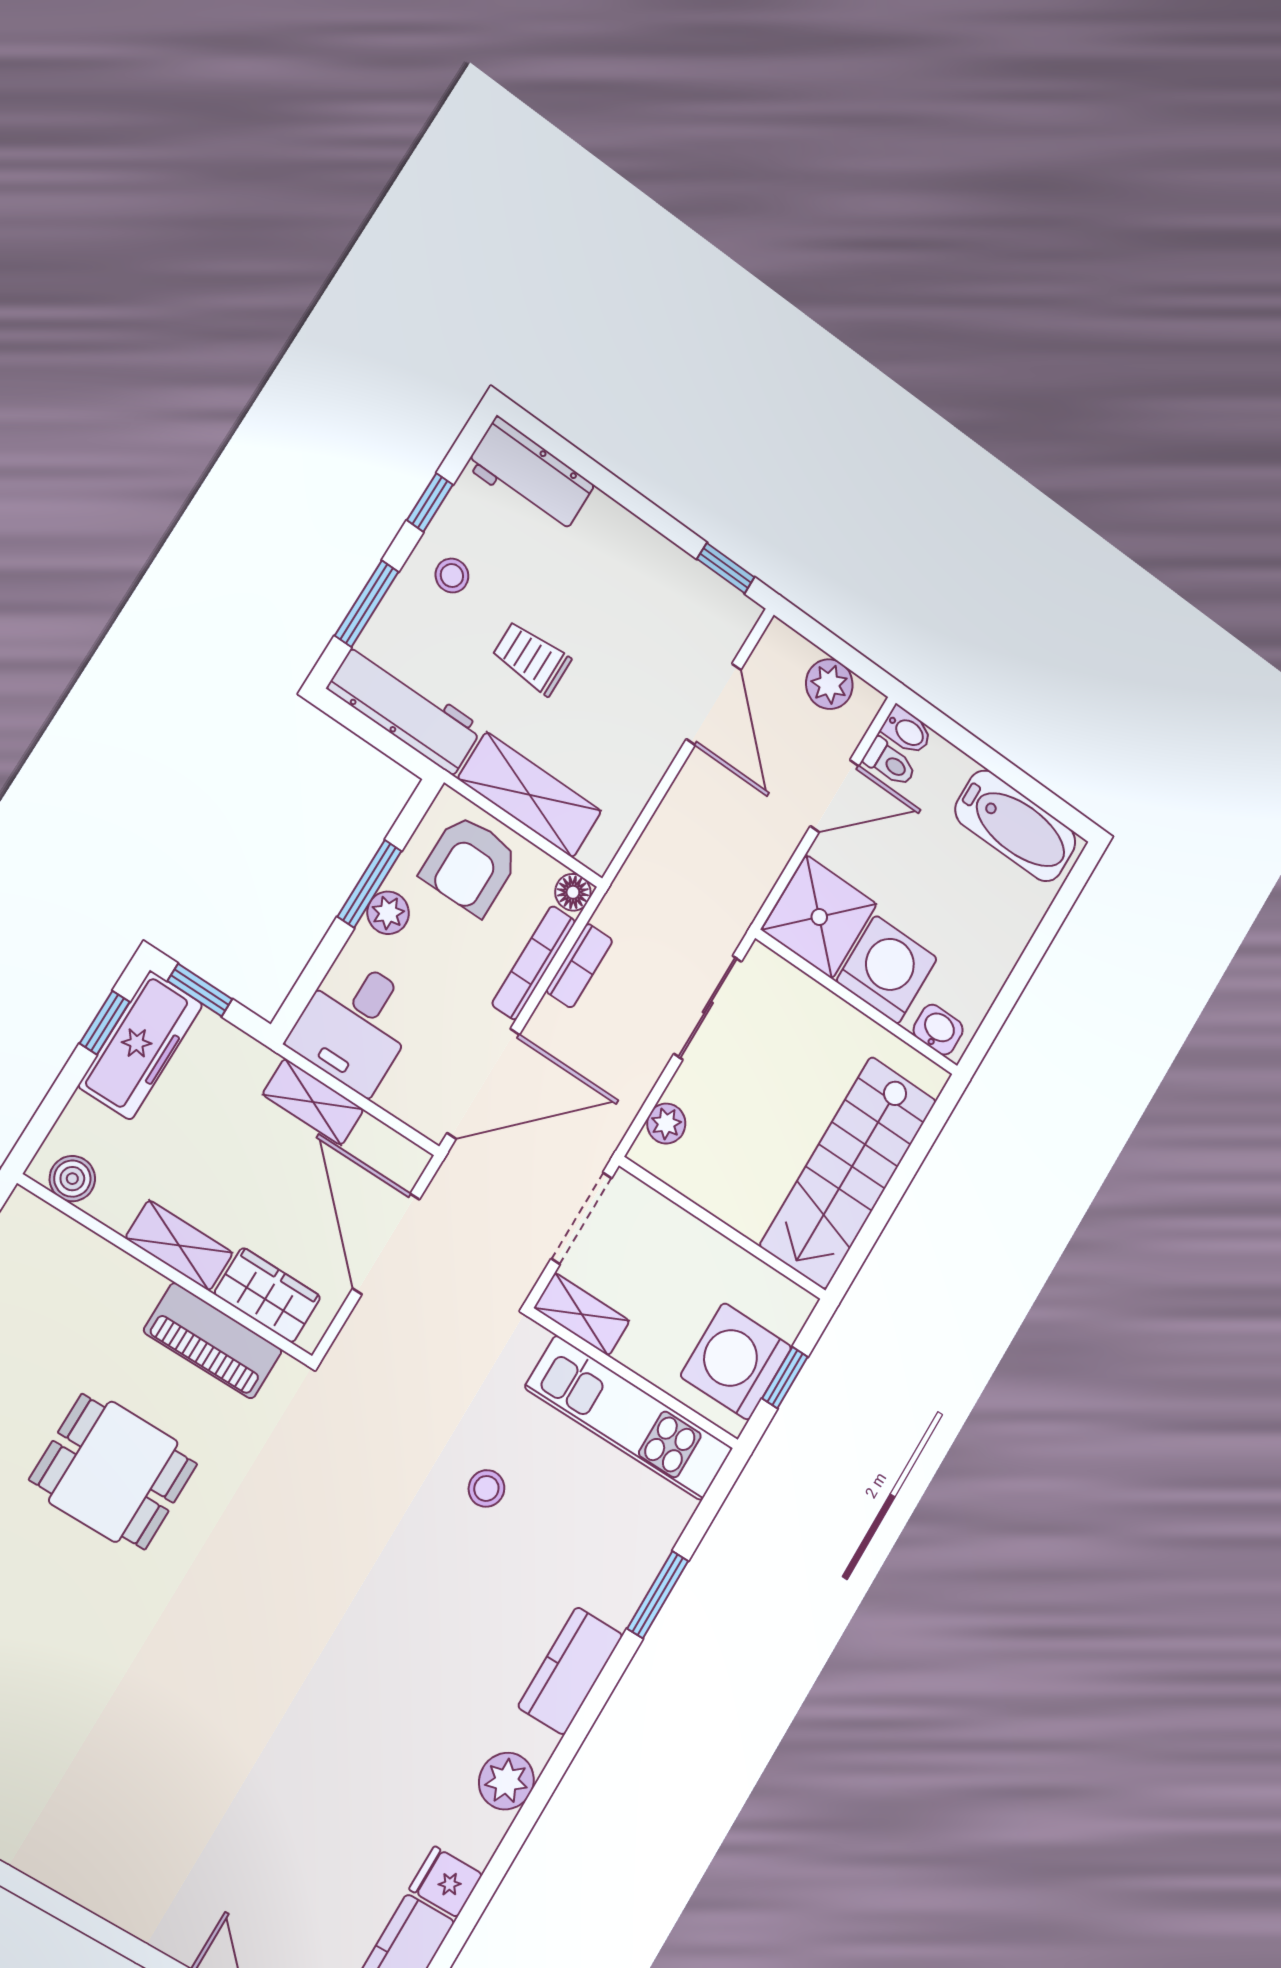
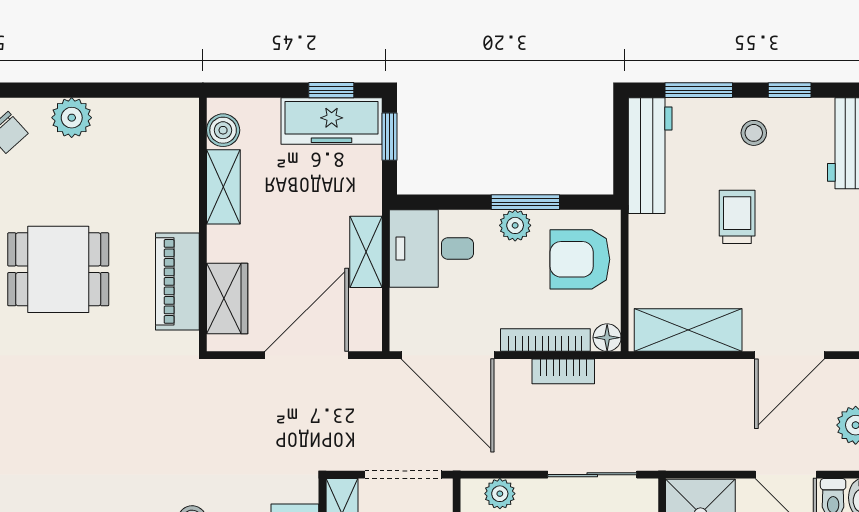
shelving: (530, 795) -> (688, 330), moved, turned 90
shelving: (179, 1246) -> (223, 187), moved
dining table: (113, 1472) -> (58, 269), turned 90

